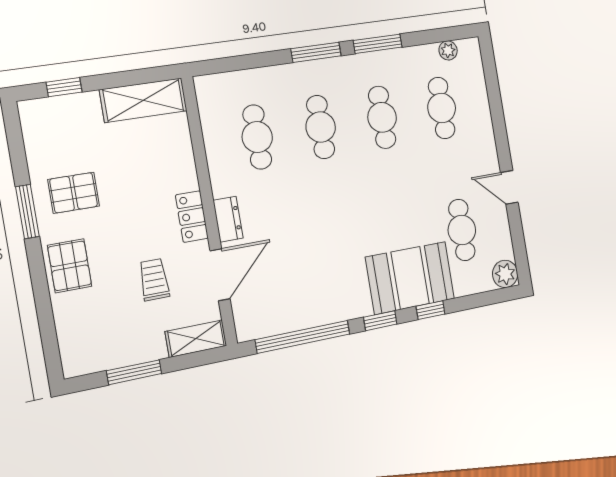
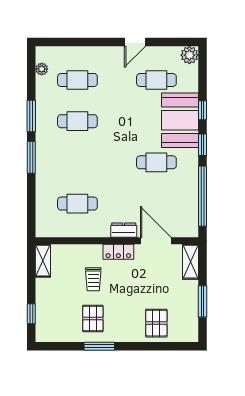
shelving: (143, 100) -> (43, 261), width x0.67, depth x0.75
cafe table: (321, 127) -> (156, 162), moved
pallet: (70, 266) -> (156, 323), moved, turned 90
trolley: (154, 280) -> (93, 279), moved, turned -90

